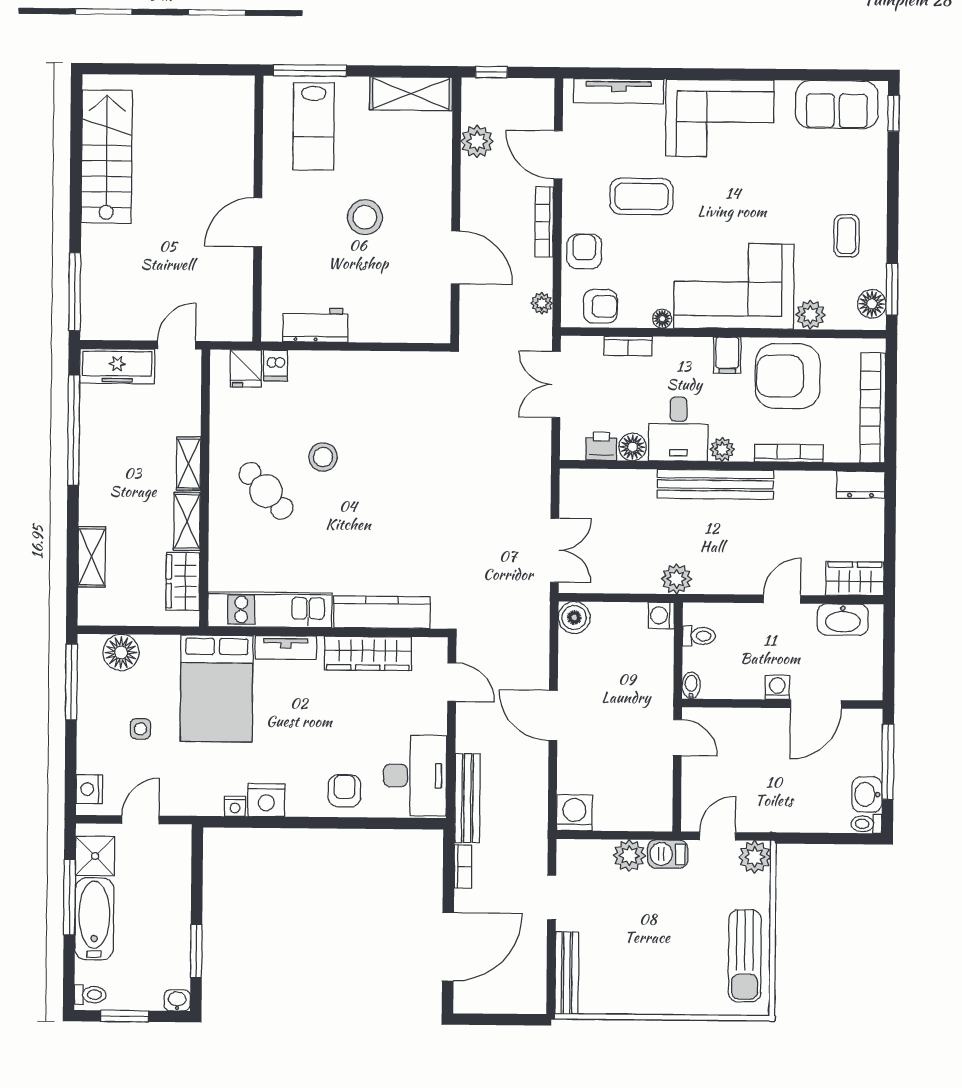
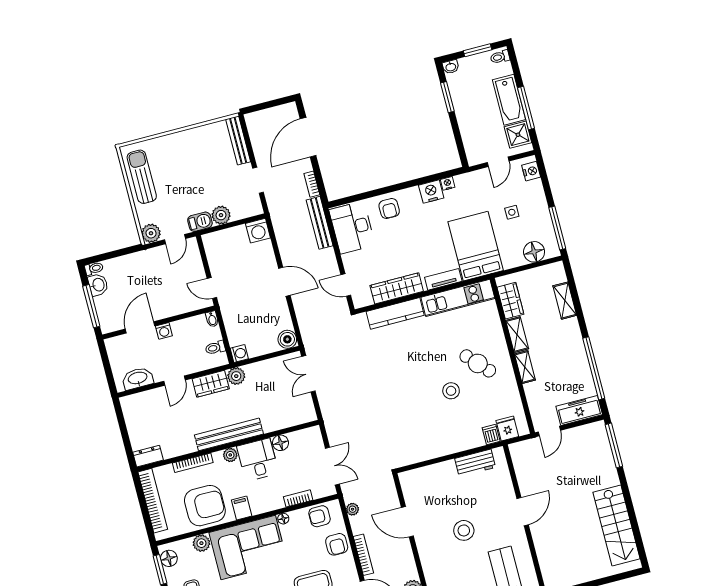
printer: (601, 446) -> (298, 438), removed
wardrobe: (855, 579) -> (211, 384), moved

